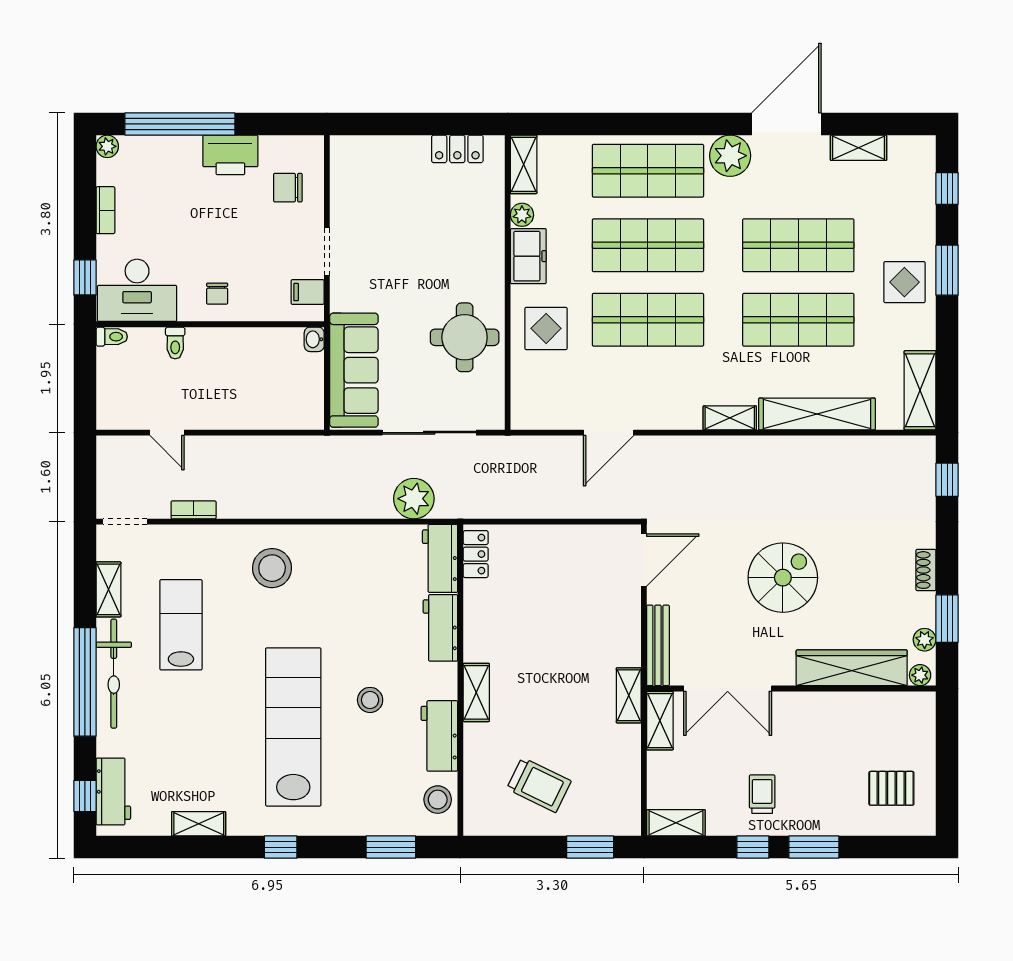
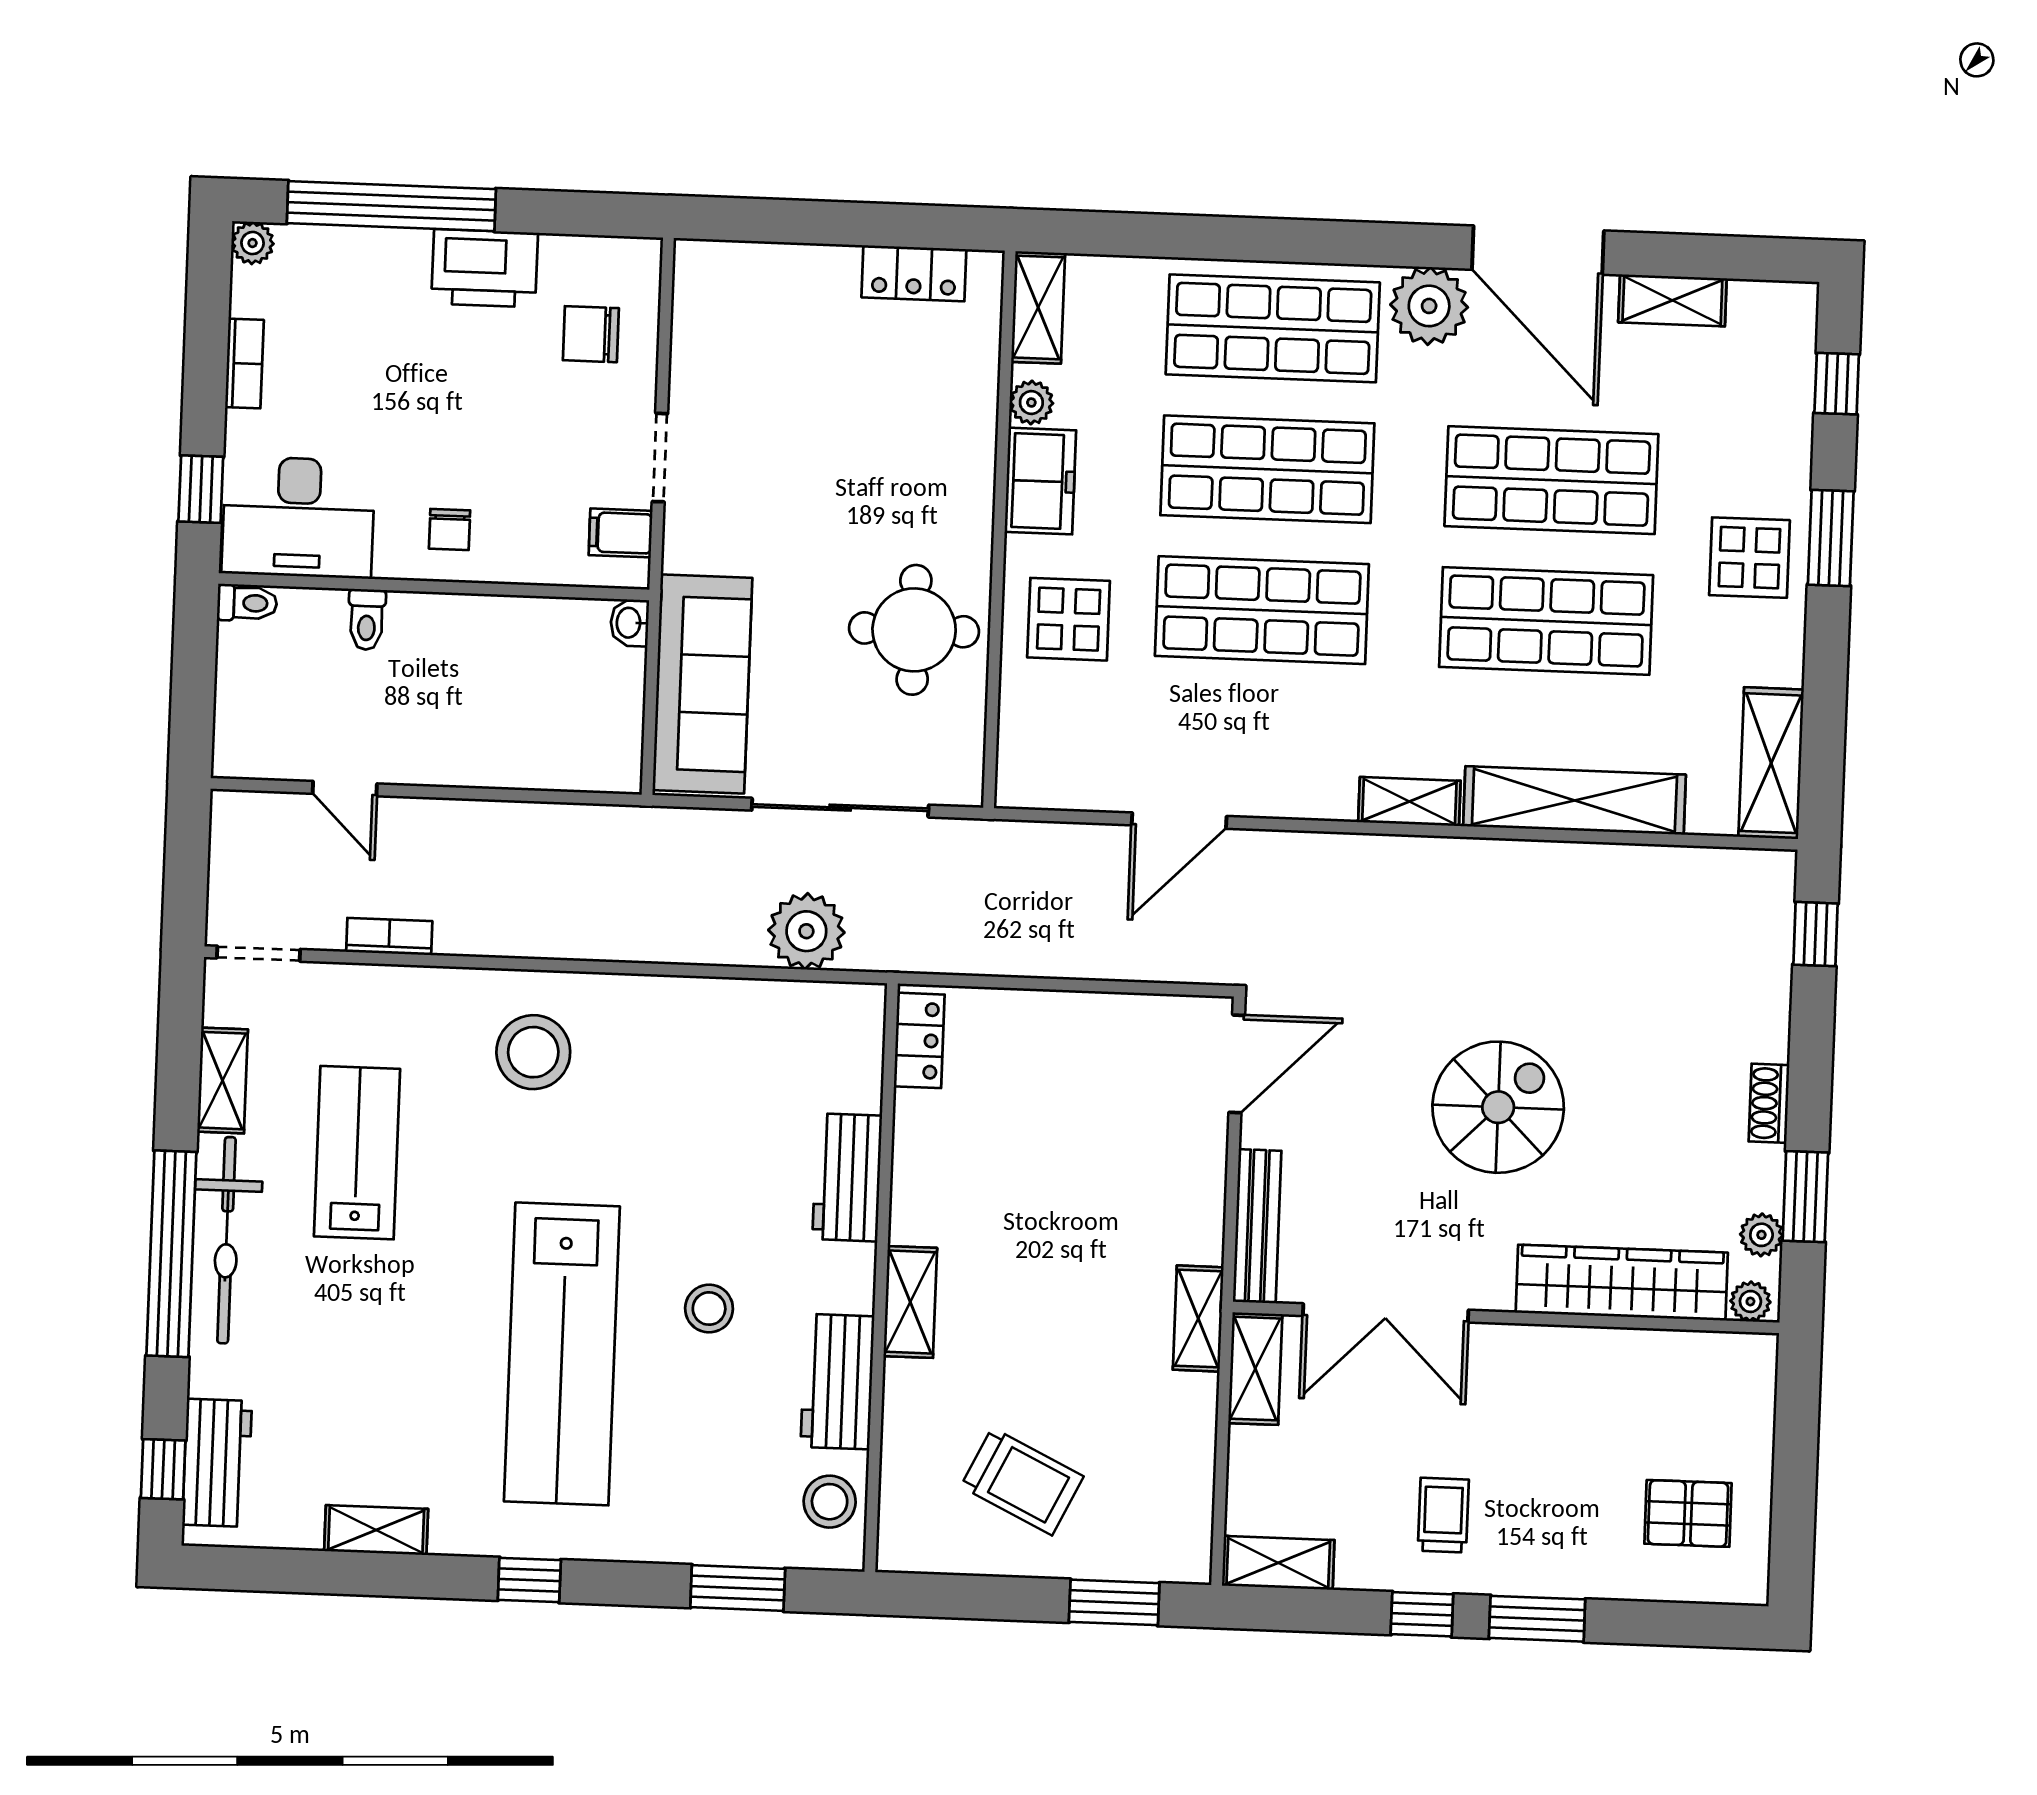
door: (786, 124) -> (1538, 250), swing flipped
workbench: (440, 558) -> (852, 1046), removed
lab bench: (293, 727) -> (562, 1354), turned 180

